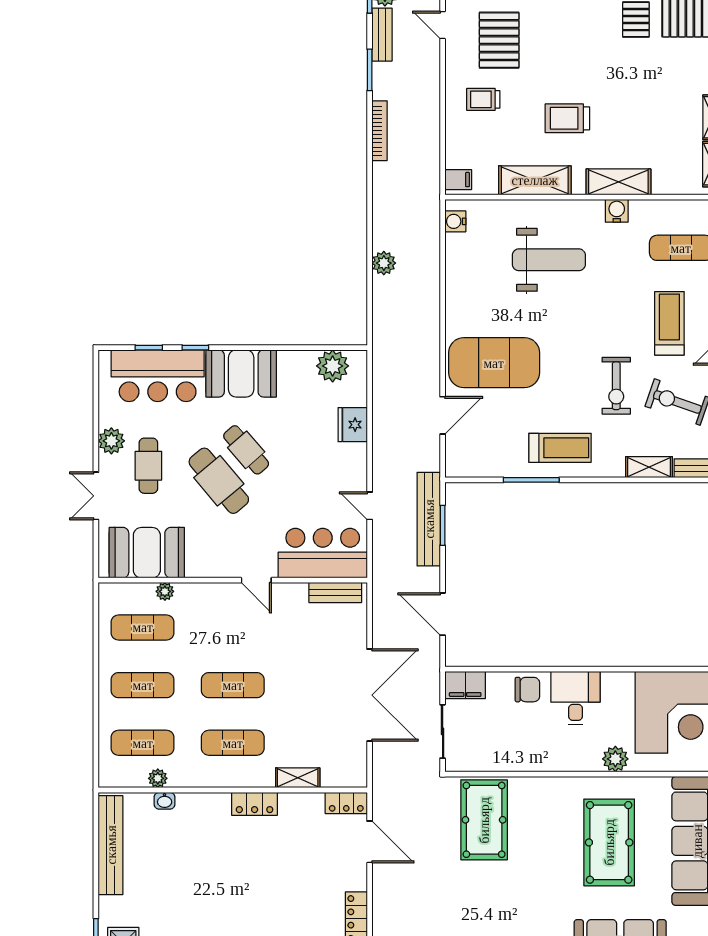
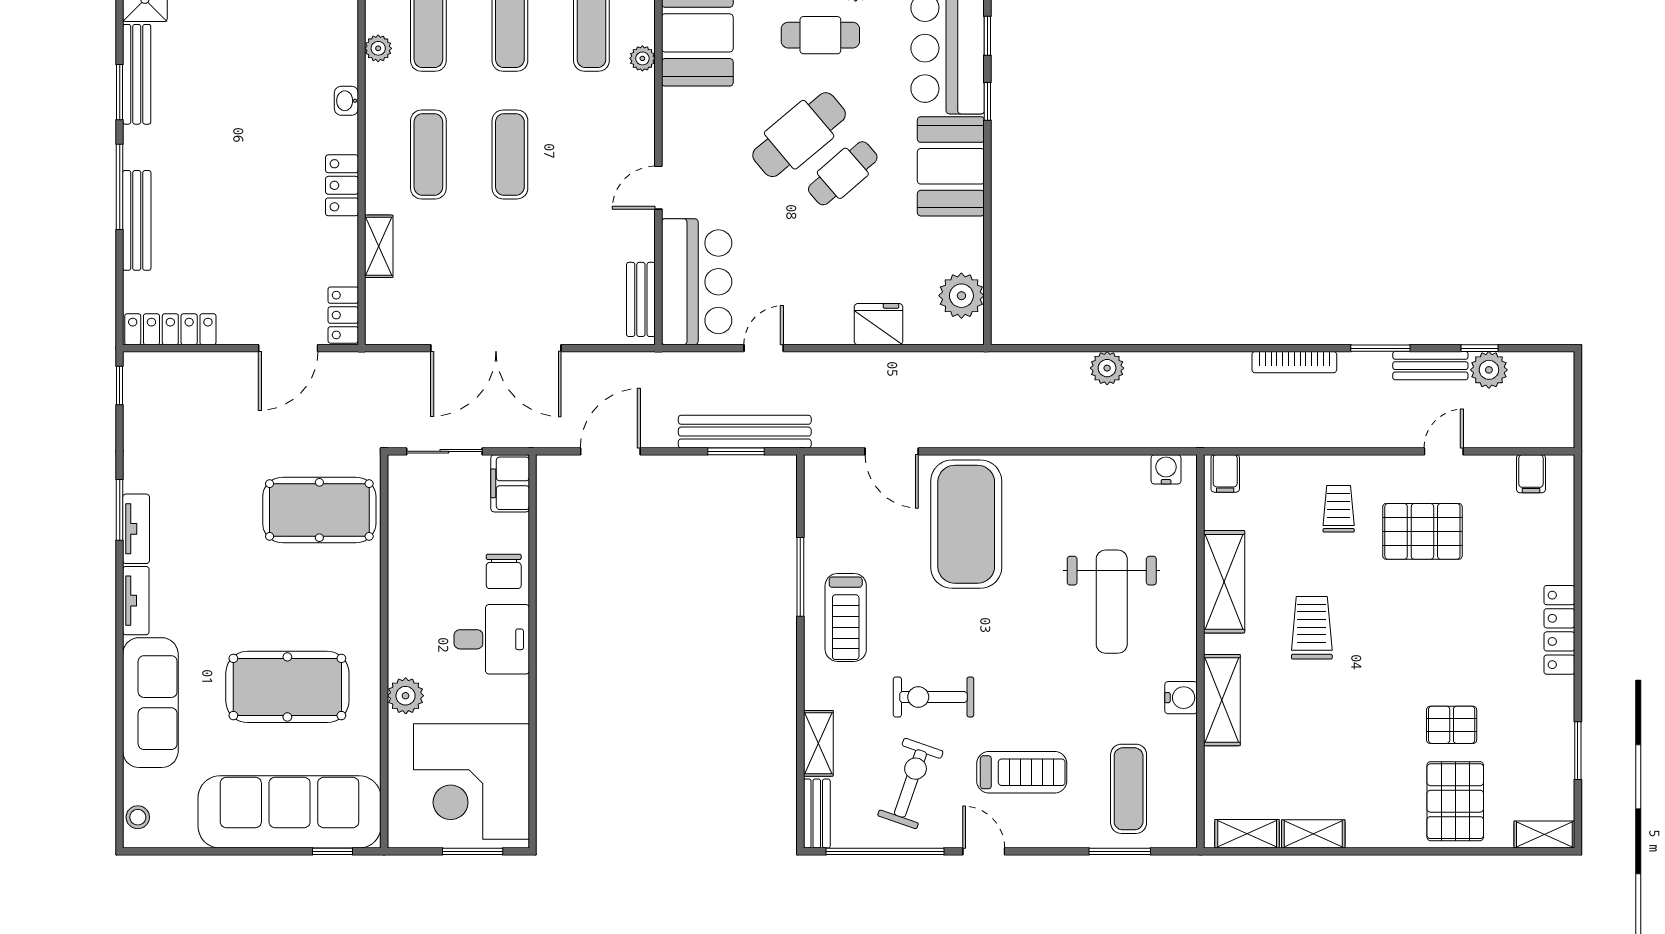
washbasin: (165, 801) -> (346, 101), moved

